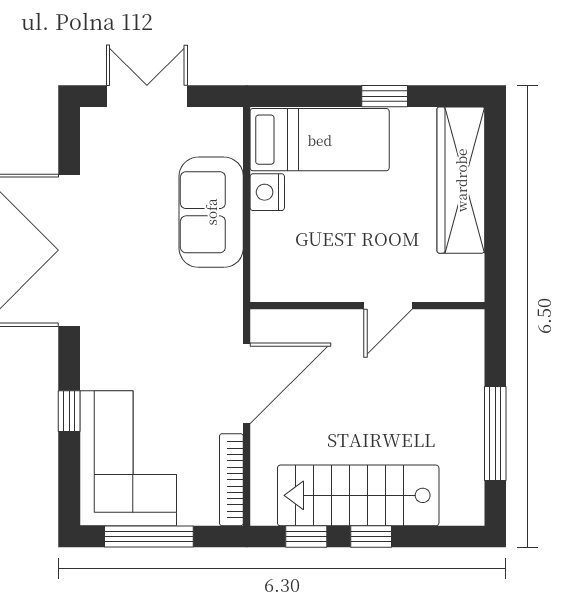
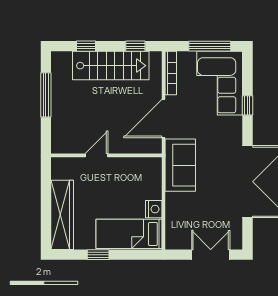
double door: (147, 96) -> (211, 255), swing flipped
sofa: (211, 212) -> (180, 165), moved
window: (371, 536) -> (86, 46), moved

